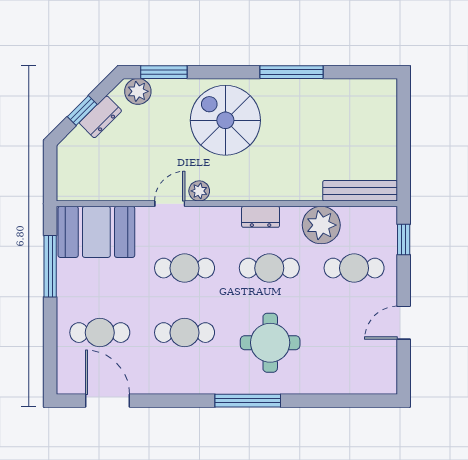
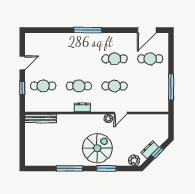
window: (164, 72) -> (106, 168), moved
spiral stairs: (225, 120) -> (97, 148), turned -90
plant: (321, 225) -> (57, 104), removed
booth: (96, 232) -> (152, 101), removed
window: (404, 240) -> (22, 88), moved
round table: (270, 343) -> (78, 55), removed
door: (108, 401) -> (147, 30), hinge flipped

